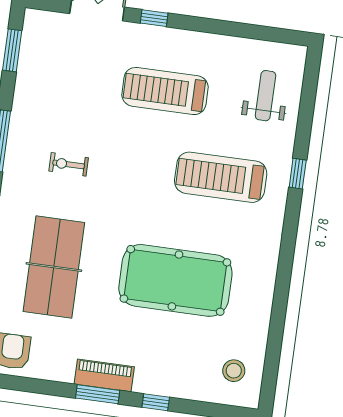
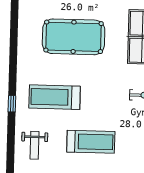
treadmill: (221, 177) -> (55, 97), turned 180

